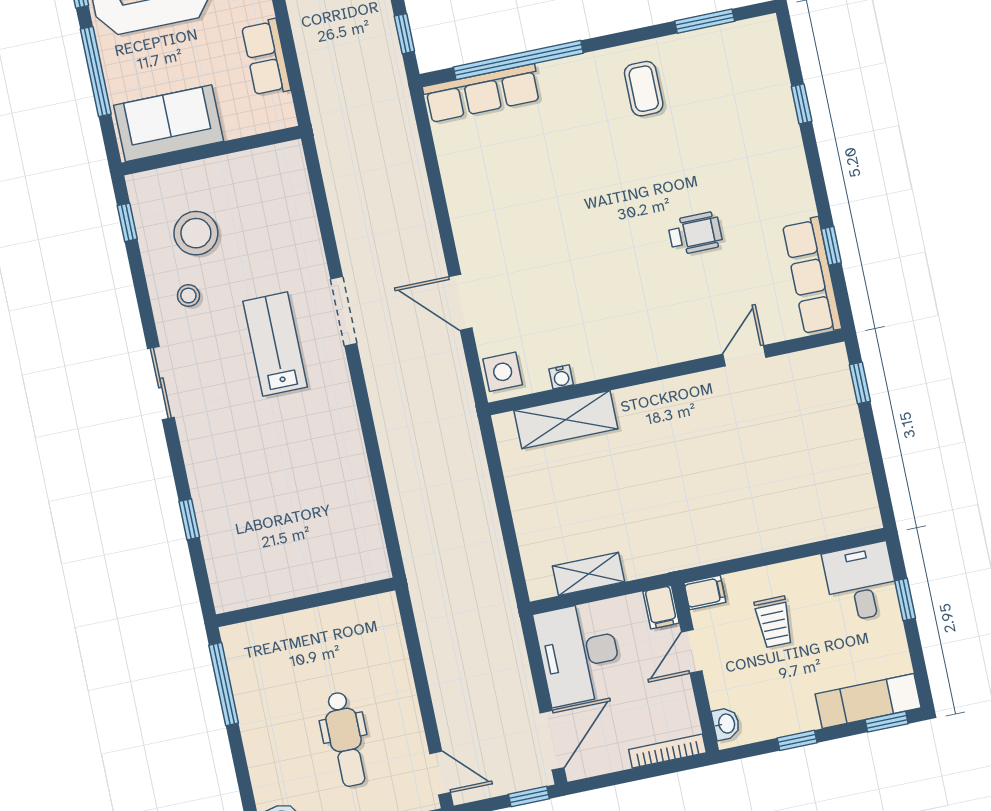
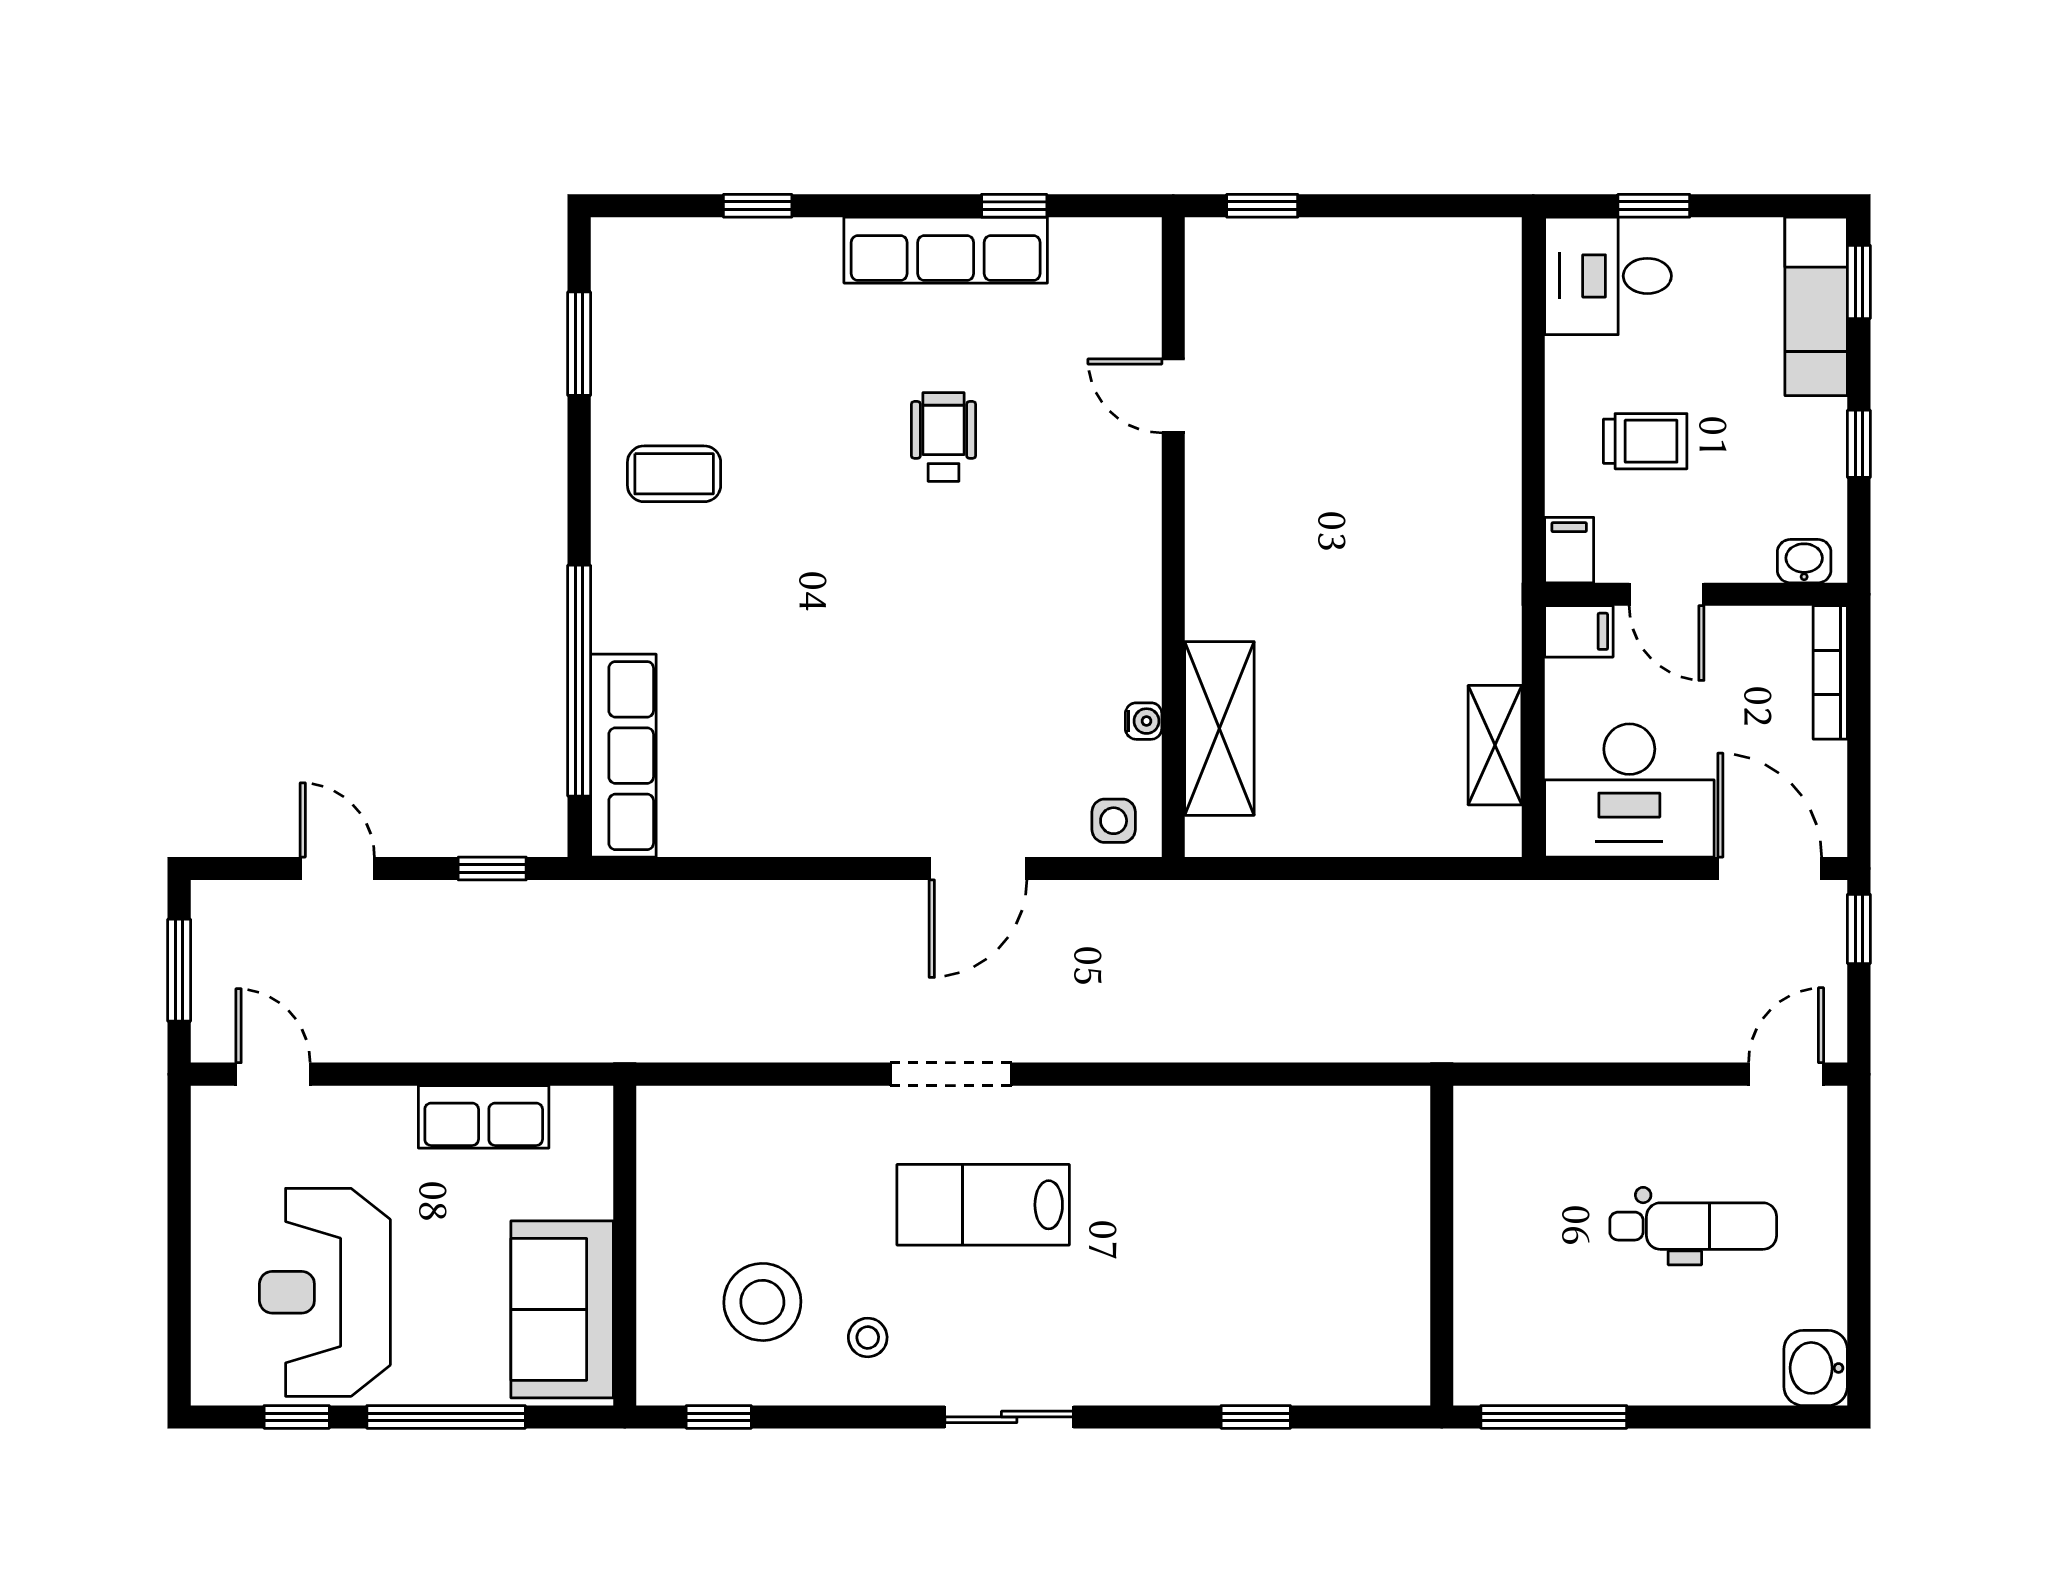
row of seats: (812, 276) -> (946, 250), moved
side table: (503, 372) -> (1114, 821), width x0.73, depth x0.73

